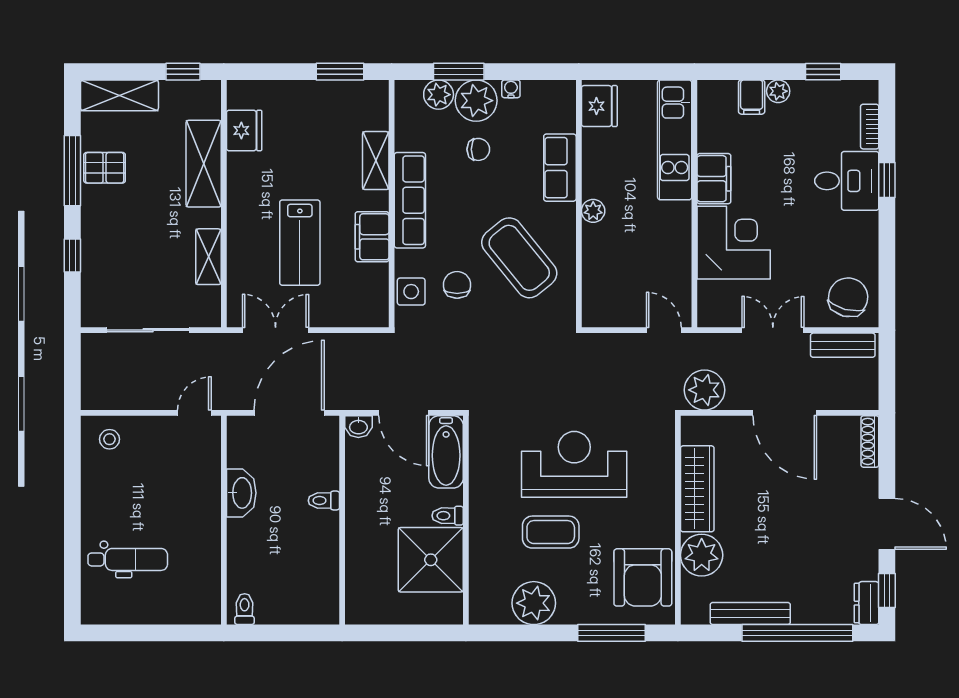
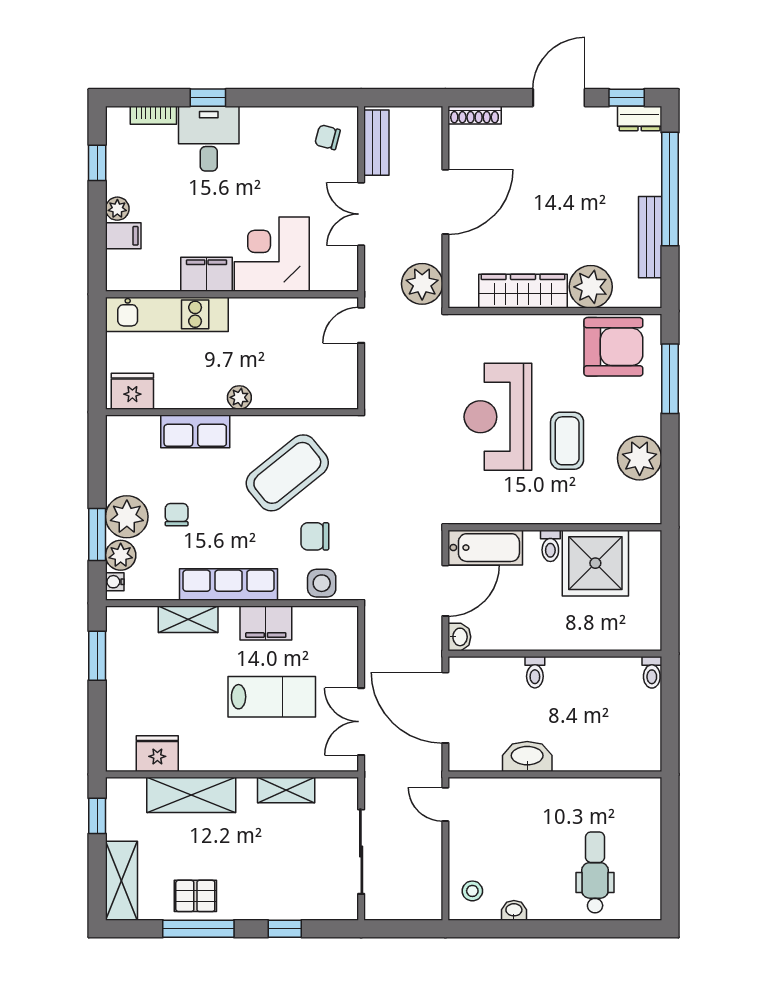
water cooler: (511, 89) -> (115, 582), moved
pallet: (105, 168) -> (195, 896), turned 90
chair: (848, 297) -> (328, 137), width x0.54, depth x0.54
washbasin: (90, 480) -> (514, 910), added
toilet: (245, 609) -> (652, 672), moved, turned -90

